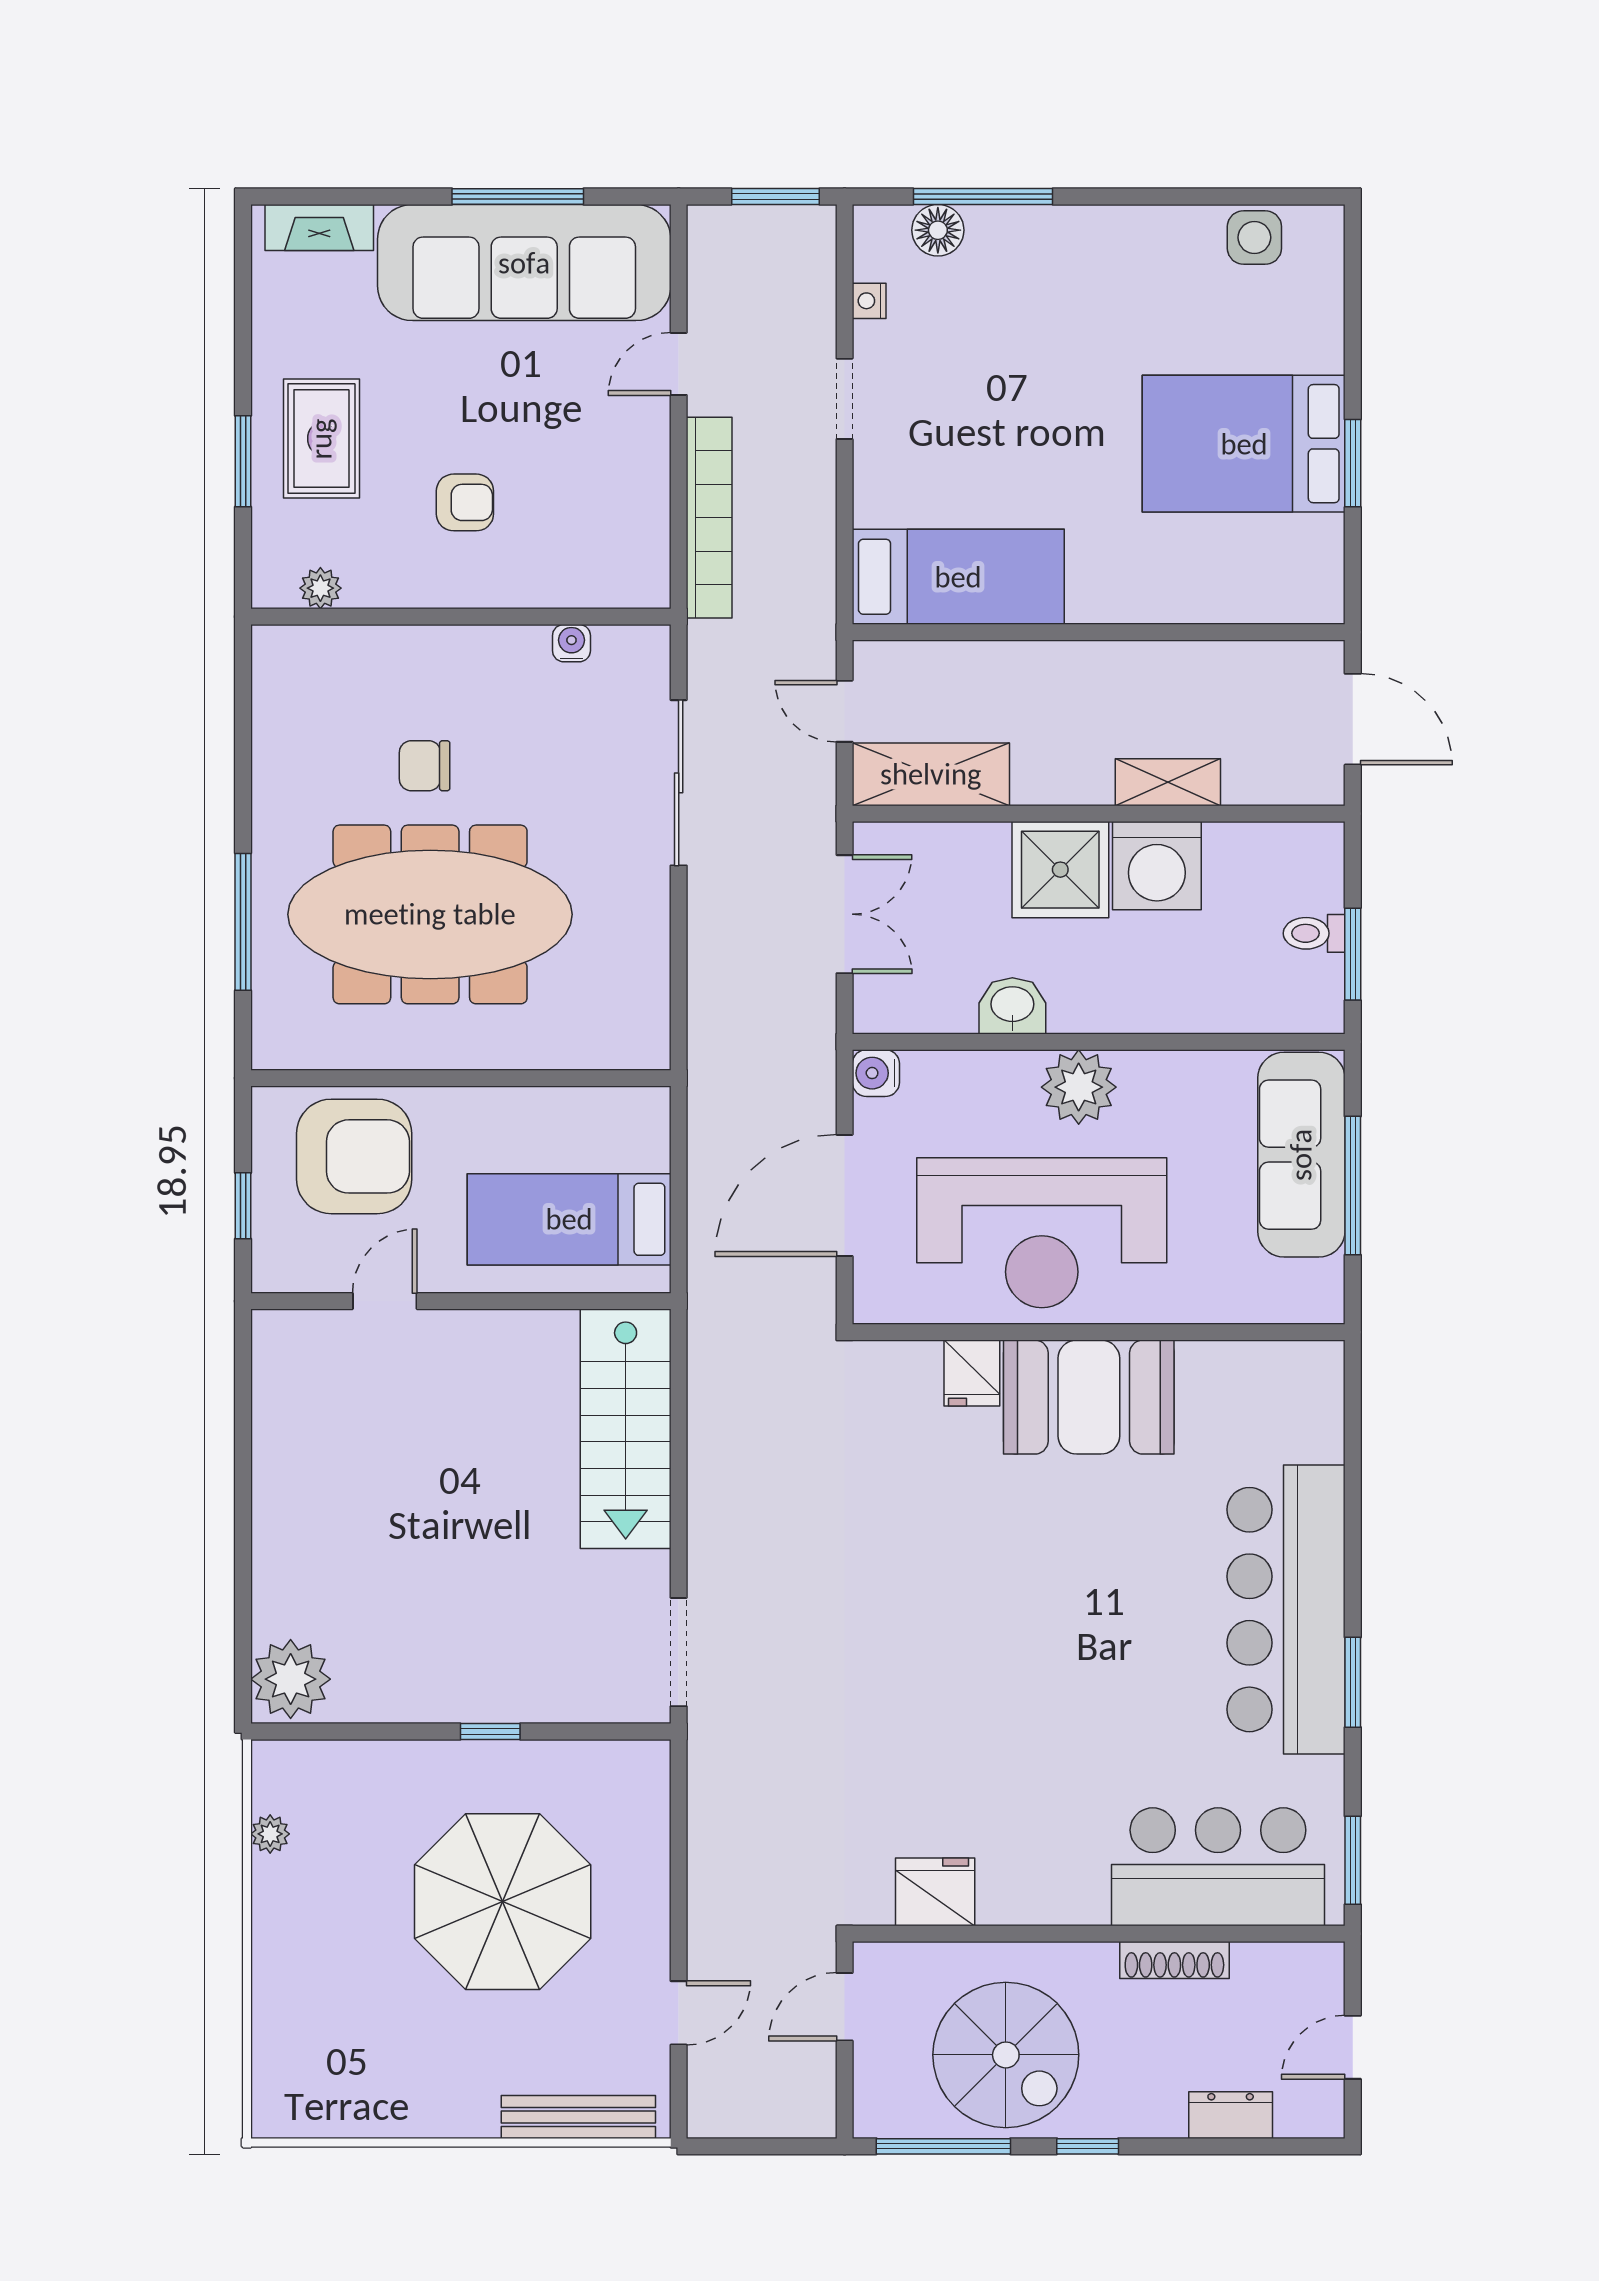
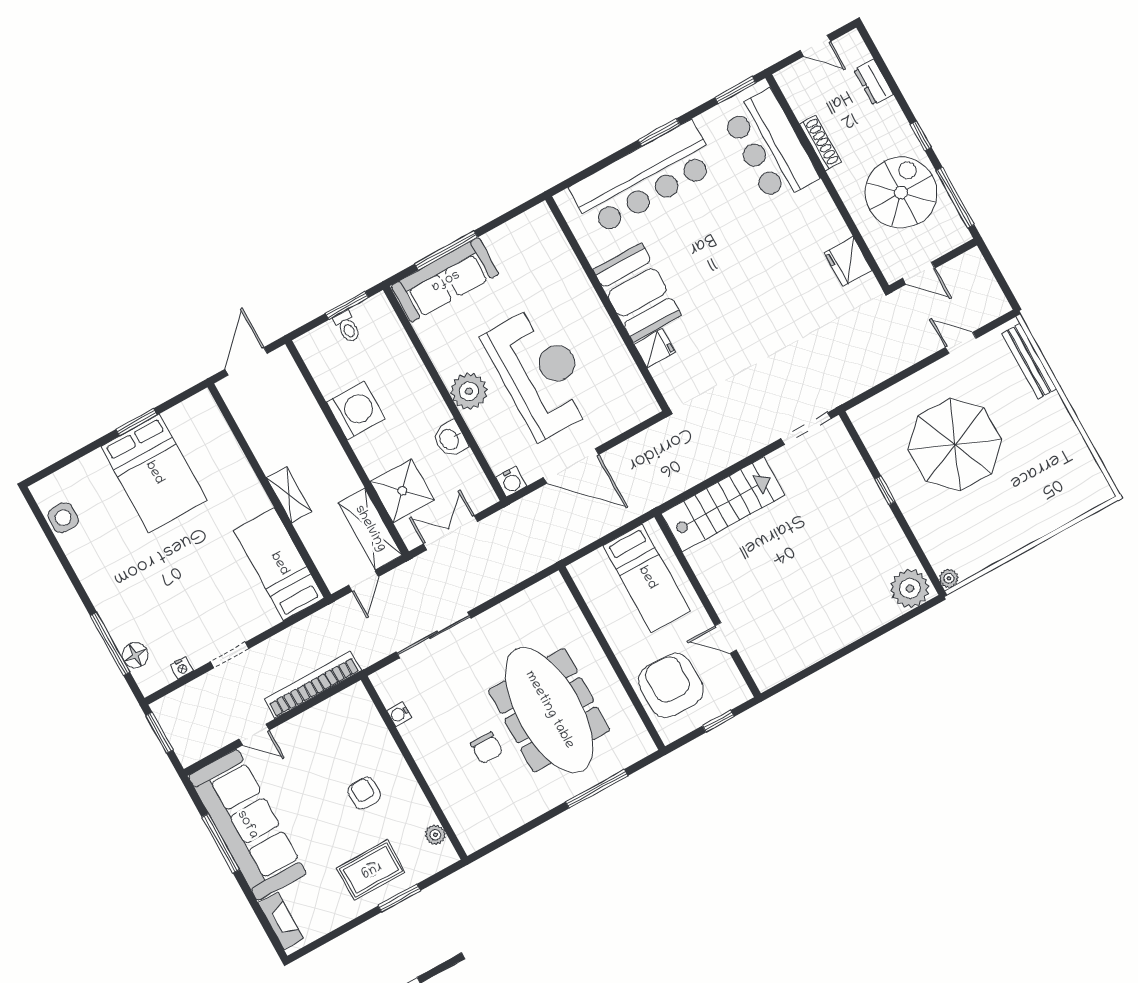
shelving: (1168, 782) -> (289, 495), moved
shower: (1060, 870) -> (402, 491), moved
wall: (1099, 1332) -> (607, 304), moved
fridge: (972, 1373) -> (655, 348), moved
booth: (1089, 1397) -> (637, 292), moved
plant: (270, 1834) -> (949, 578), moved

